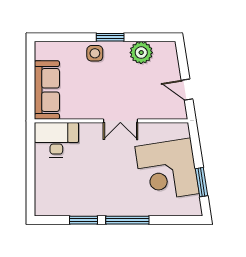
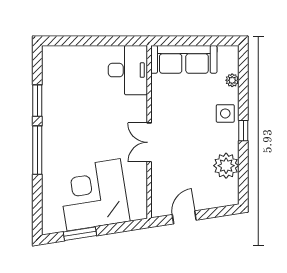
window: (110, 37) -> (243, 131), width x0.67
plant: (65, 47) -> (232, 80), added

